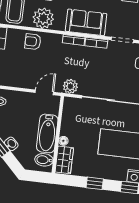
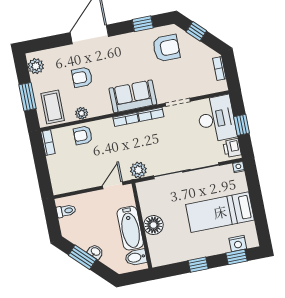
plant: (43, 18) -> (82, 113), width x0.53, depth x0.53
floor lamp: (63, 141) -> (153, 225), width x1.89, depth x1.89
wardrobe: (64, 160) -> (157, 250), removed

